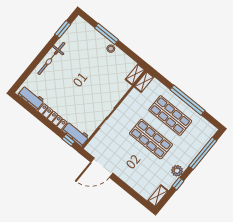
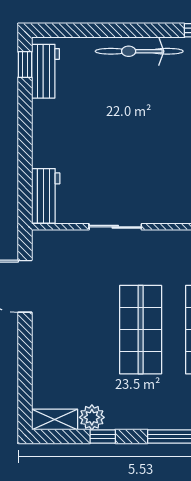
locker: (52, 117) -> (43, 133), removed
window: (68, 140) -> (25, 65), moved
plant: (177, 171) -> (92, 417), moved

